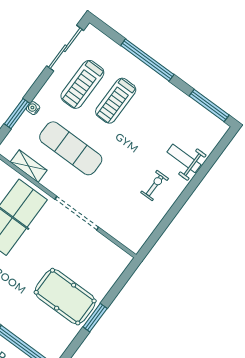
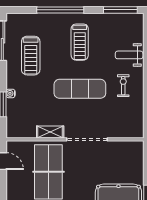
treadmill: (116, 101) -> (80, 42), moved
exercise mat: (71, 148) -> (80, 89), moved
shelving: (29, 166) -> (50, 132), moved

